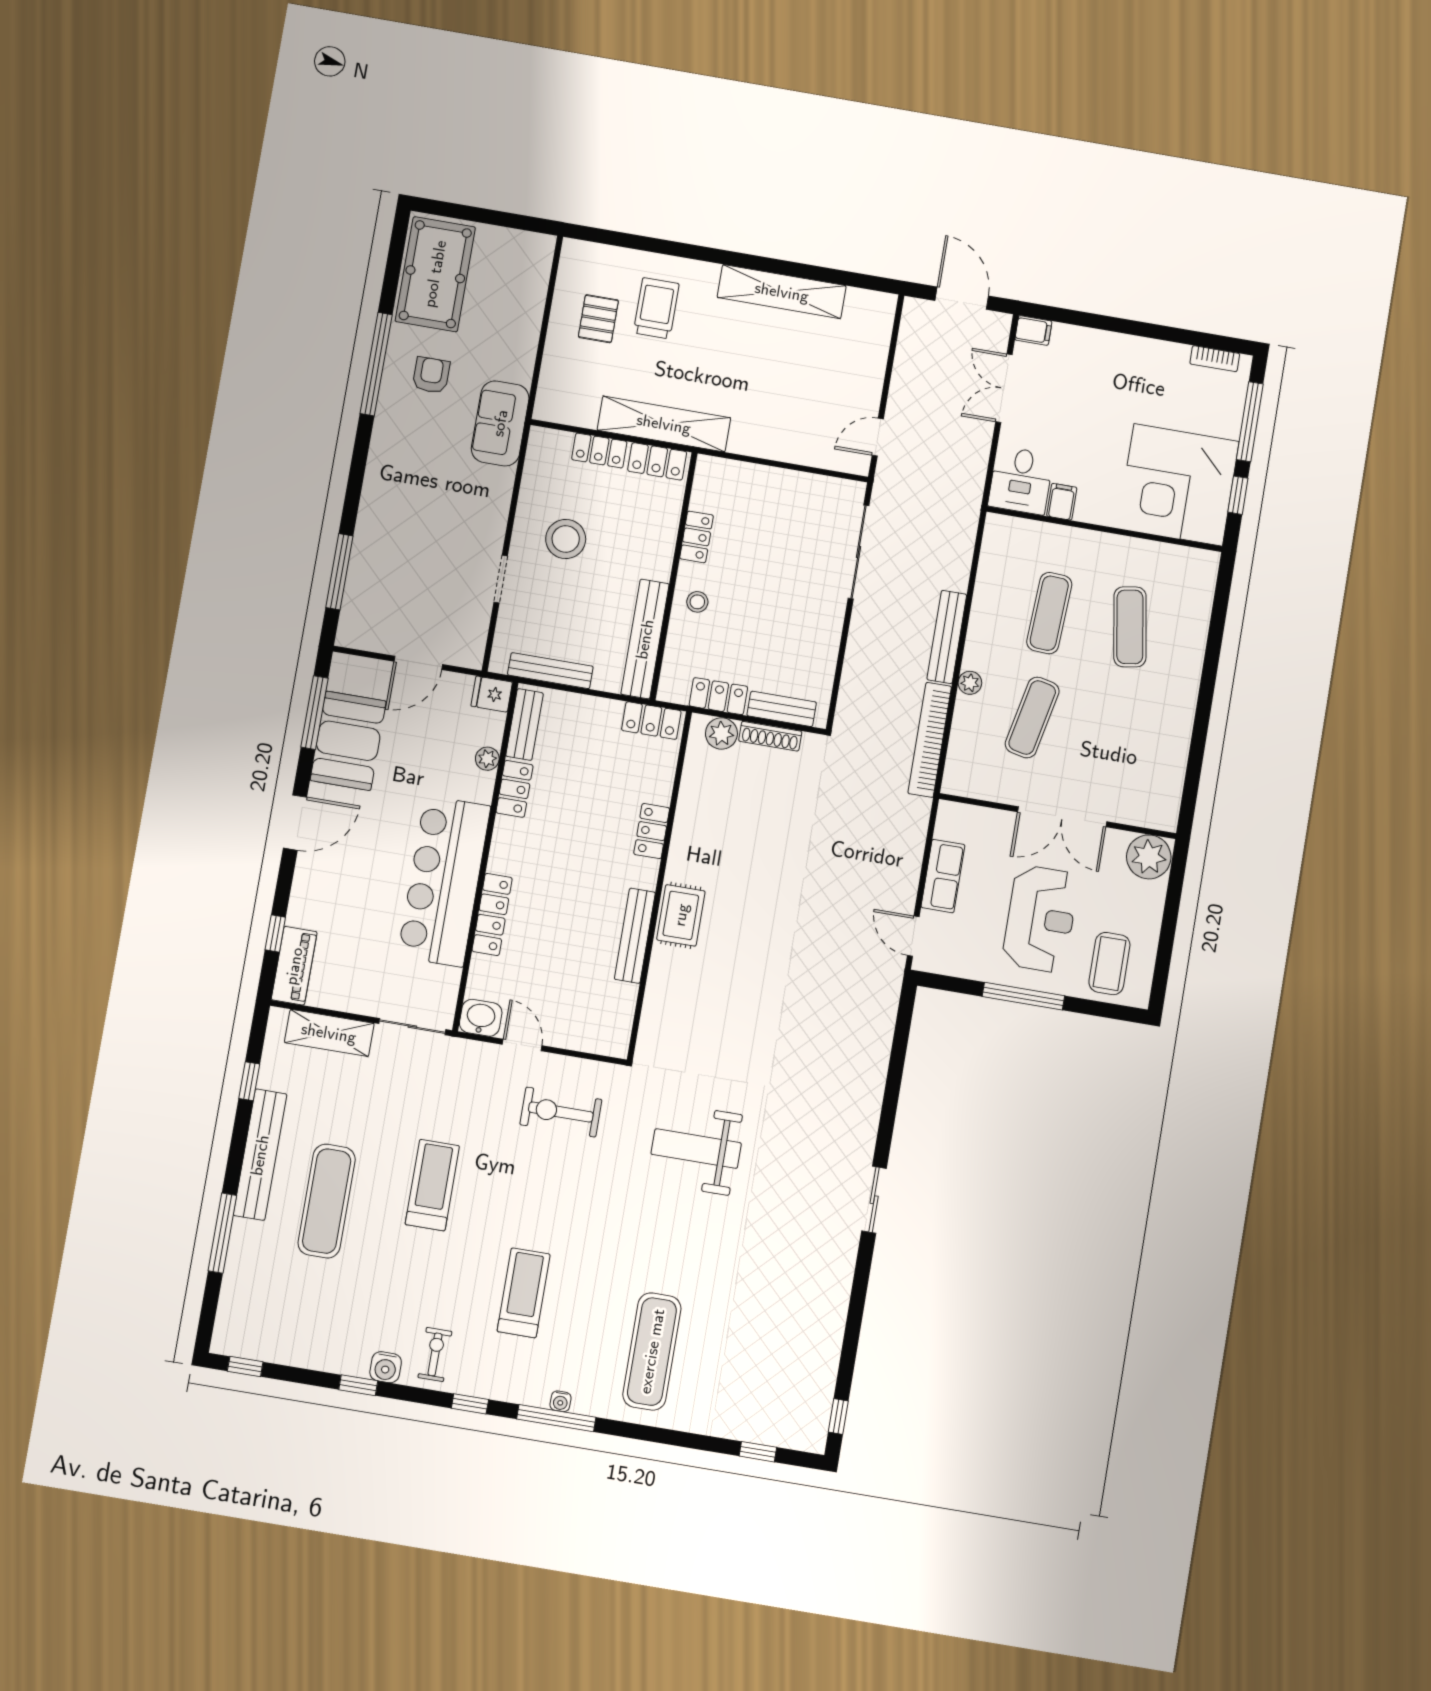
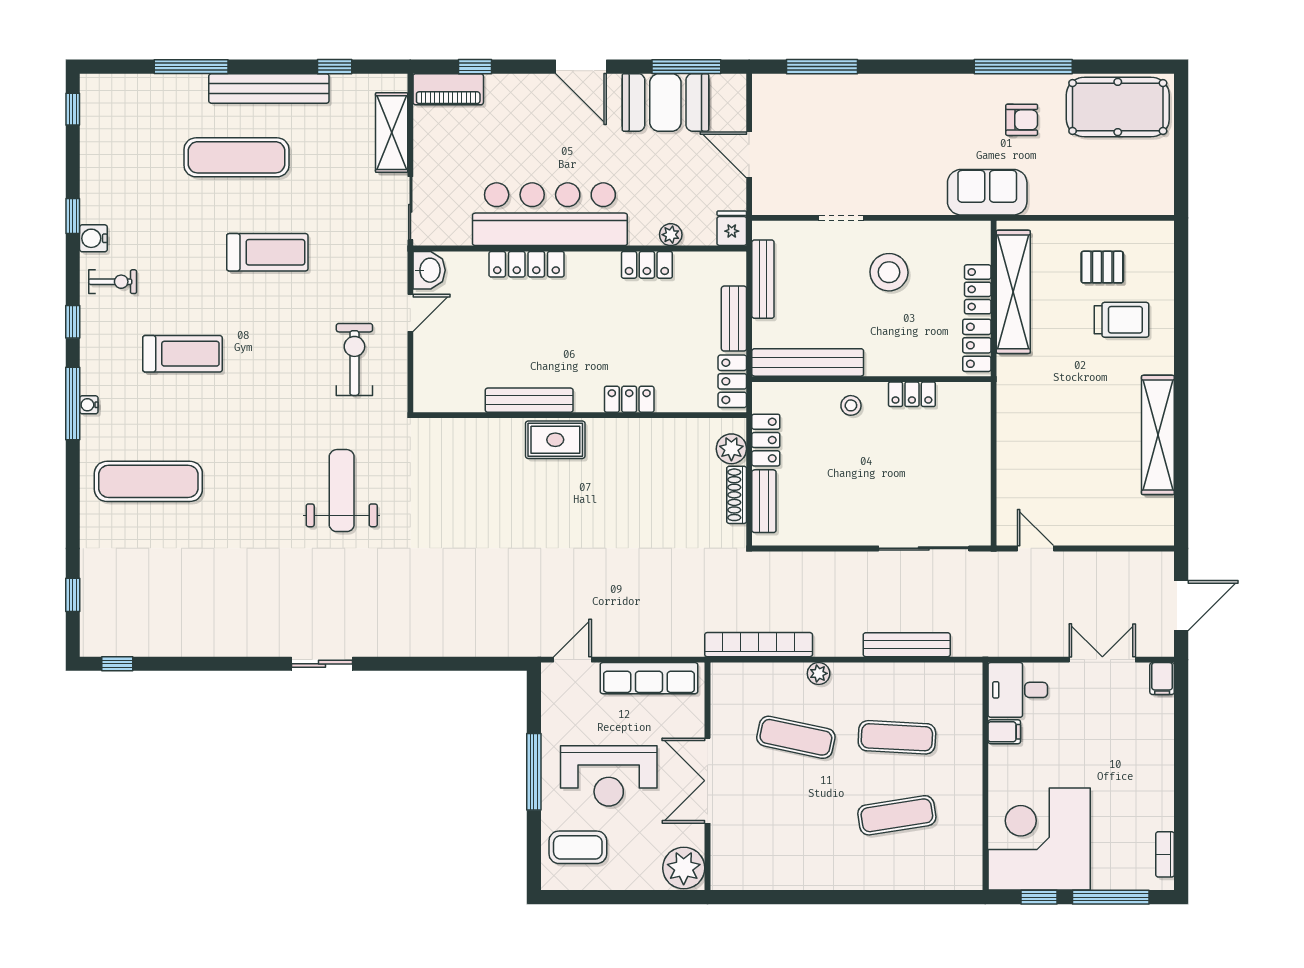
shelving: (664, 424) -> (1013, 292), moved
bench: (947, 637) -> (907, 645), moved
bench: (524, 725) -> (734, 319), moved, turned 90
row of seats: (943, 876) -> (649, 678), width x1.48

